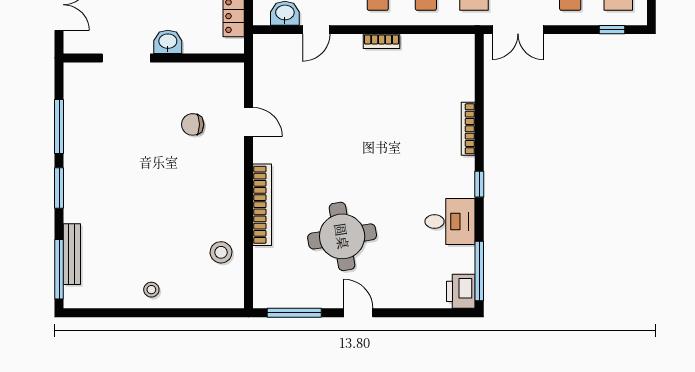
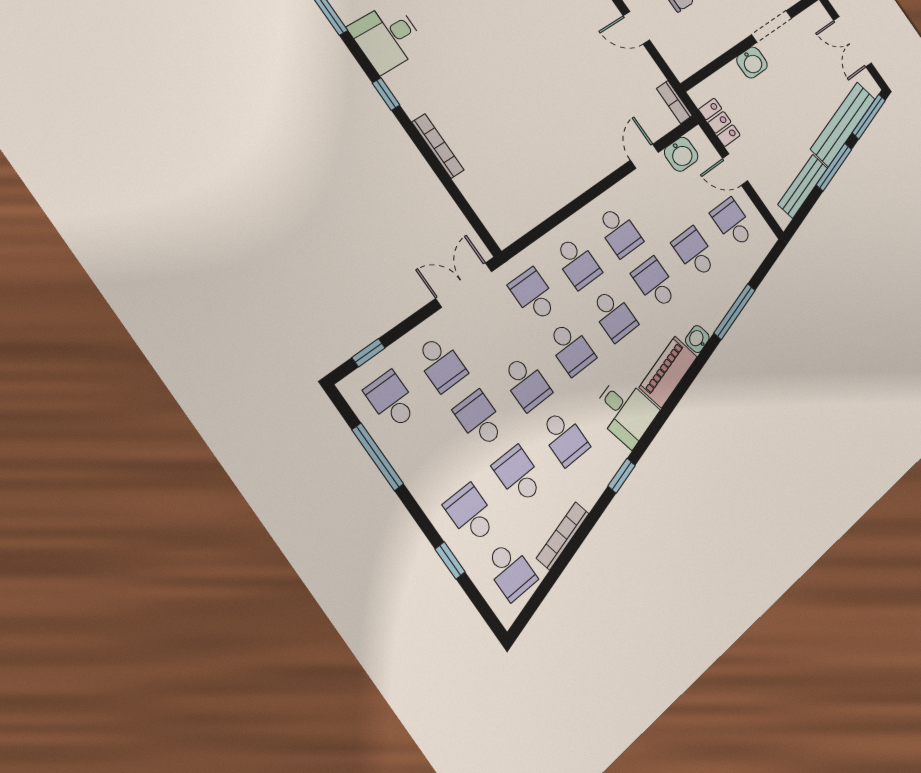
bookcase: (382, 41) -> (674, 102), moved, turned -90

